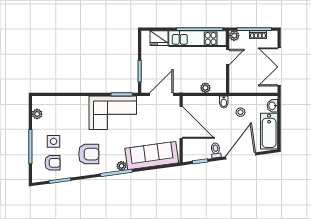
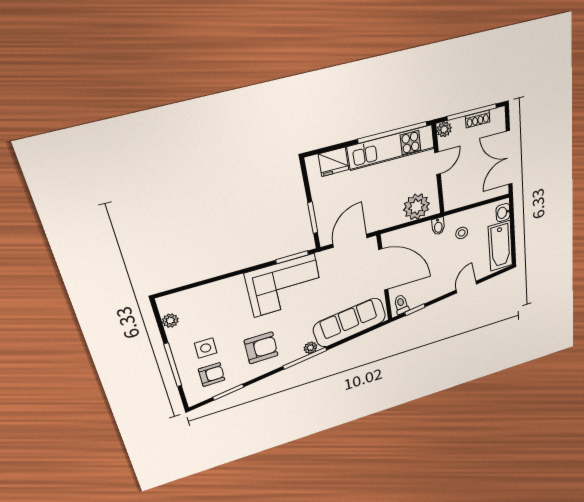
plant: (205, 88) -> (416, 207), width x1.87, depth x1.87
toilet: (216, 150) -> (401, 304), moved
door: (241, 156) -> (466, 287), width x0.53

